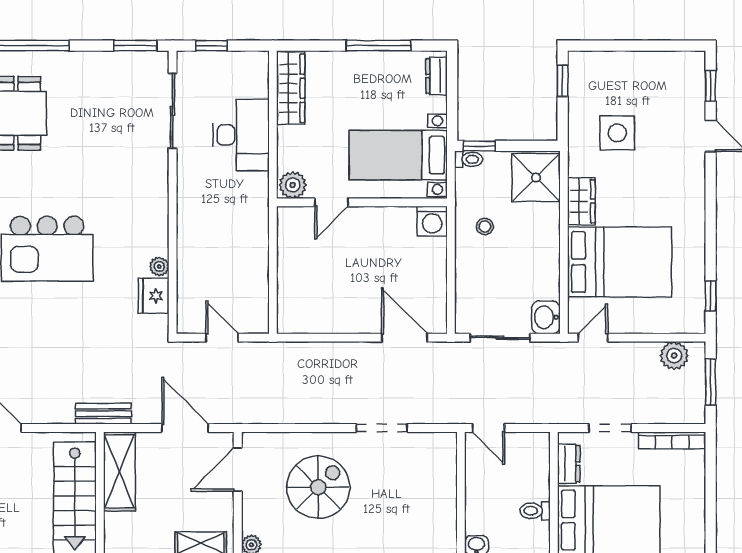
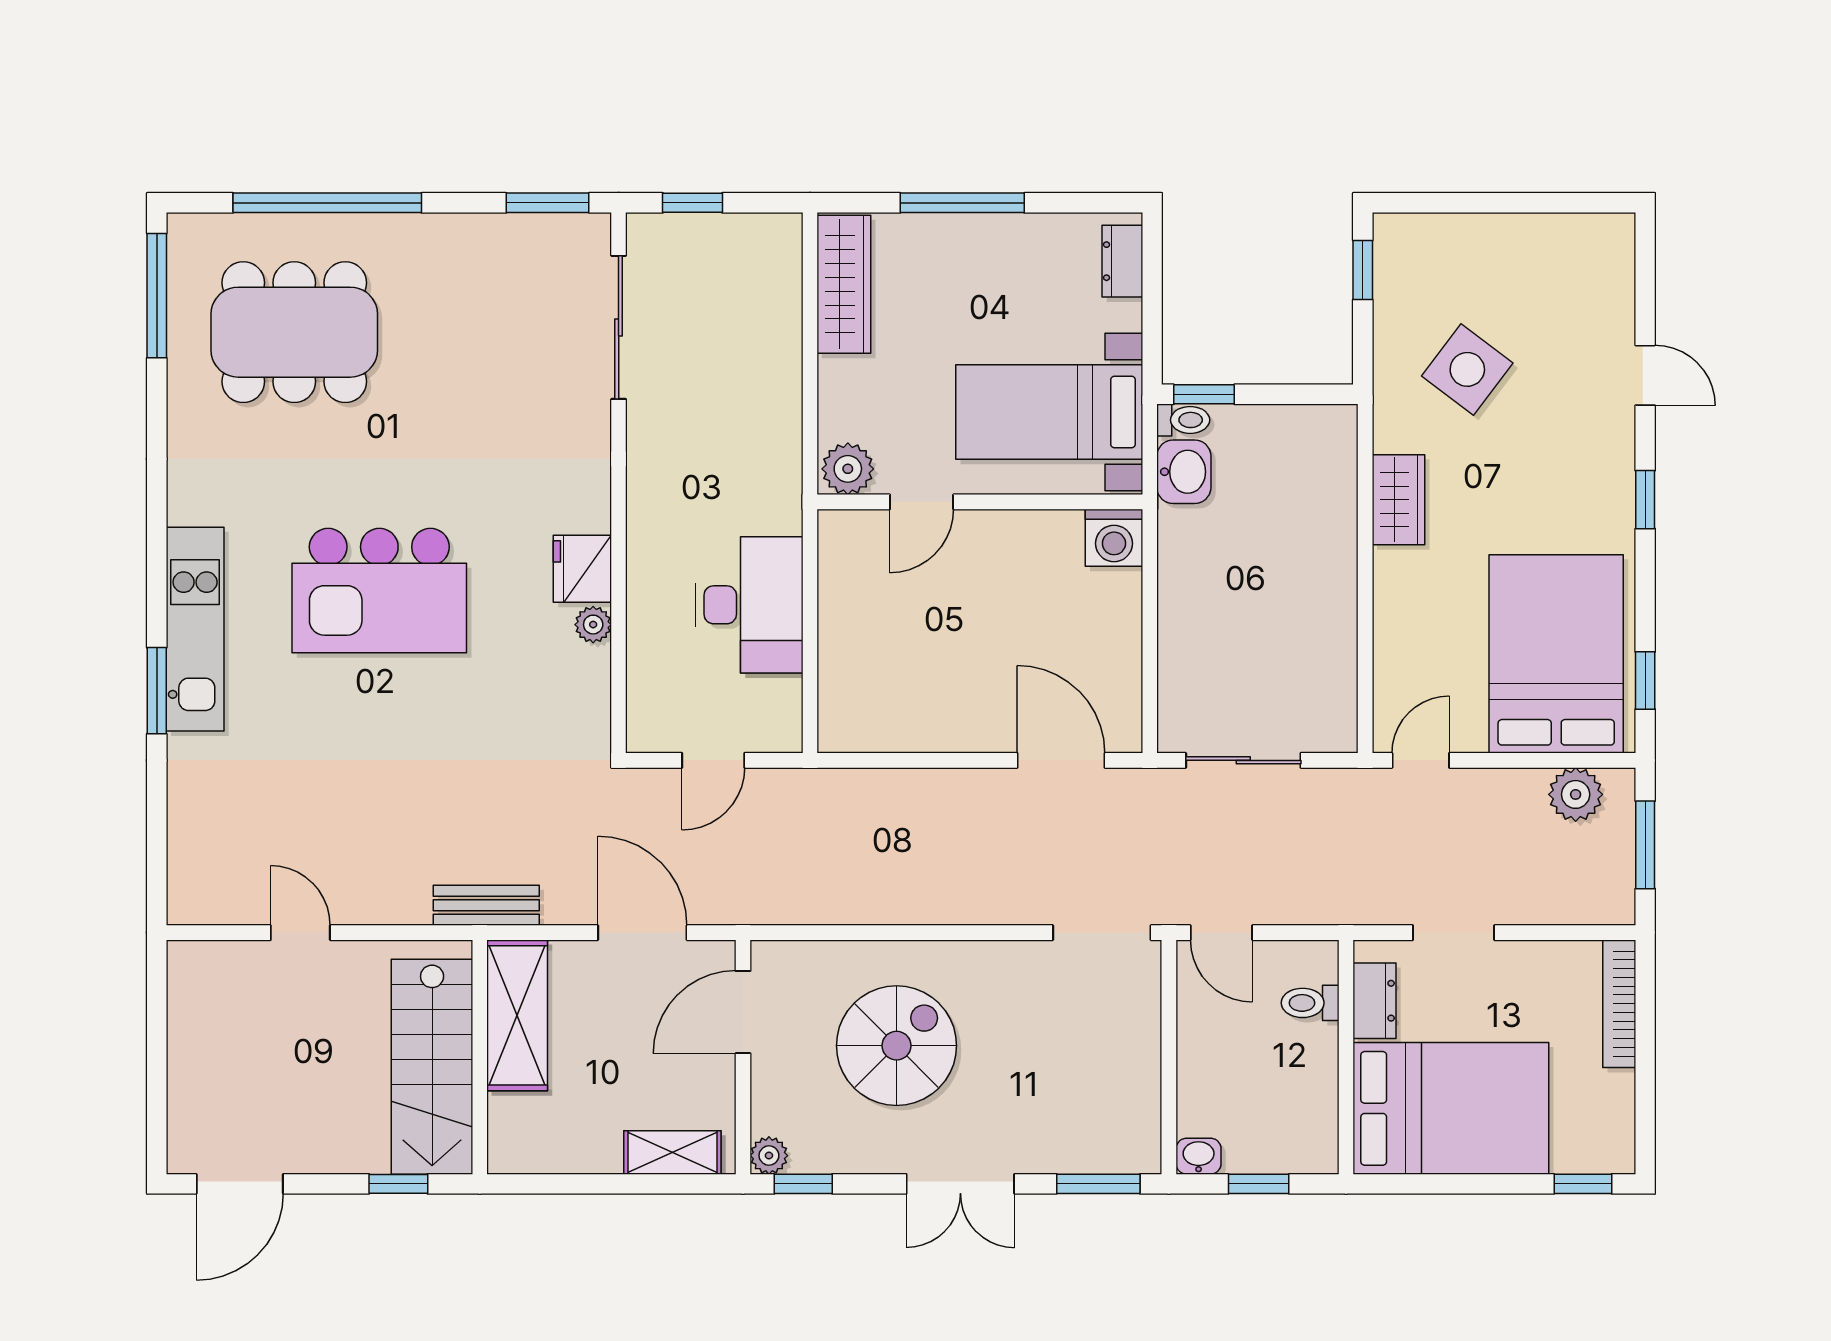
window: (379, 46) -> (962, 203), moved
window: (711, 86) -> (1645, 500), moved
side table: (617, 133) -> (1467, 369), turned 37
desk: (241, 135) -> (749, 605), moved
shower: (536, 178) -> (1312, 455), removed
stool: (485, 227) -> (1214, 548), removed
bed: (620, 262) -> (1556, 654), moved, turned -90
fridge: (154, 296) -> (582, 569), moved
washbasin: (546, 317) -> (1184, 472), moved, turned 180
door: (222, 338) -> (713, 760), swing flipped
doorway: (382, 428) -> (1102, 933), moved
bookcase: (672, 440) -> (1619, 1004), moved, turned 90
toilet: (535, 511) -> (1310, 1003), moved

